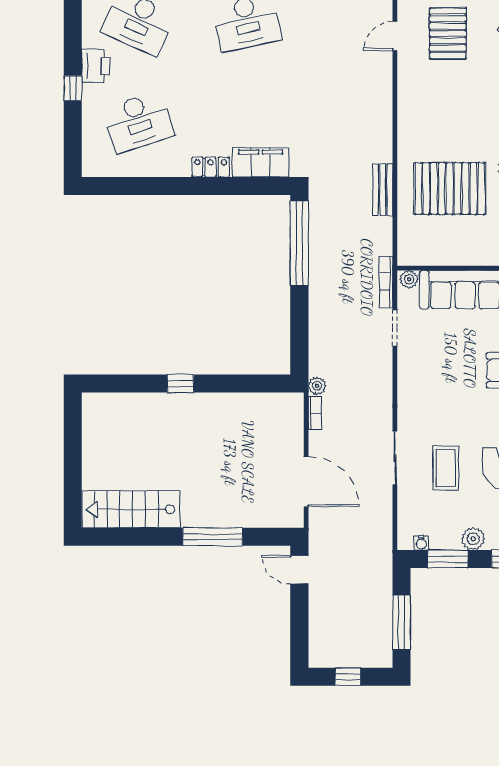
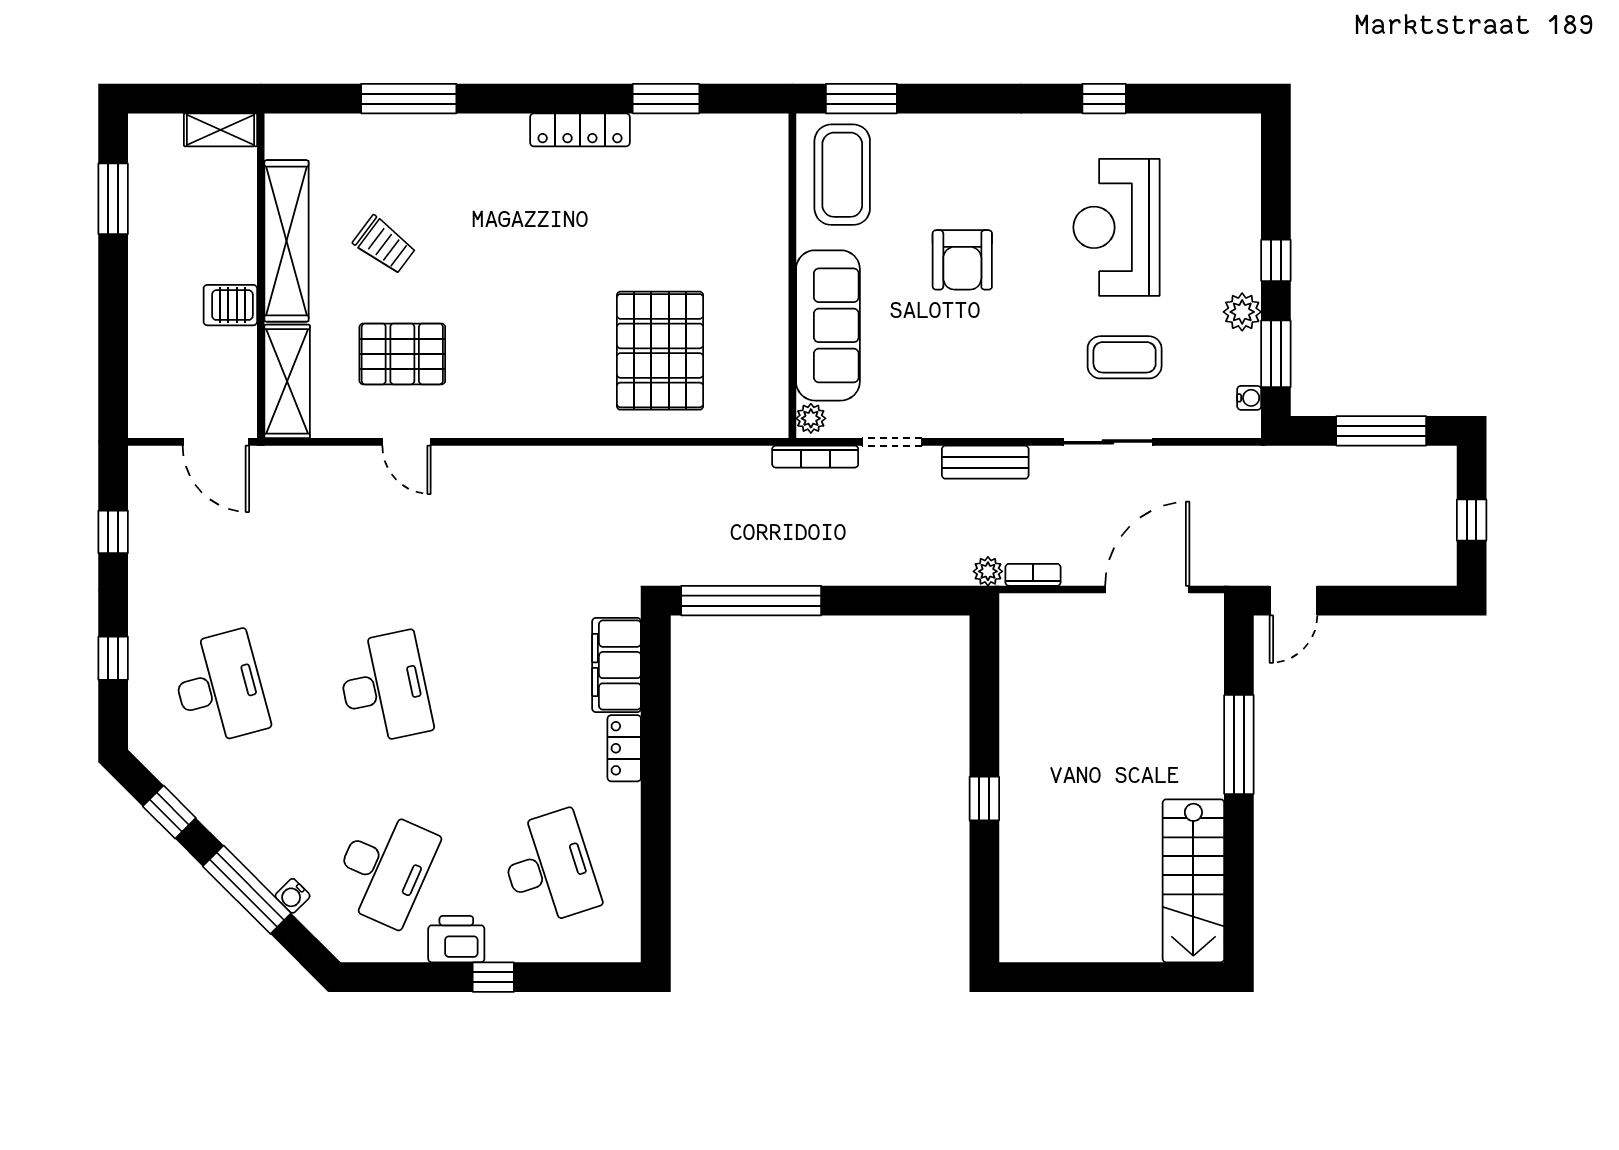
bench: (383, 190) -> (985, 462), moved

